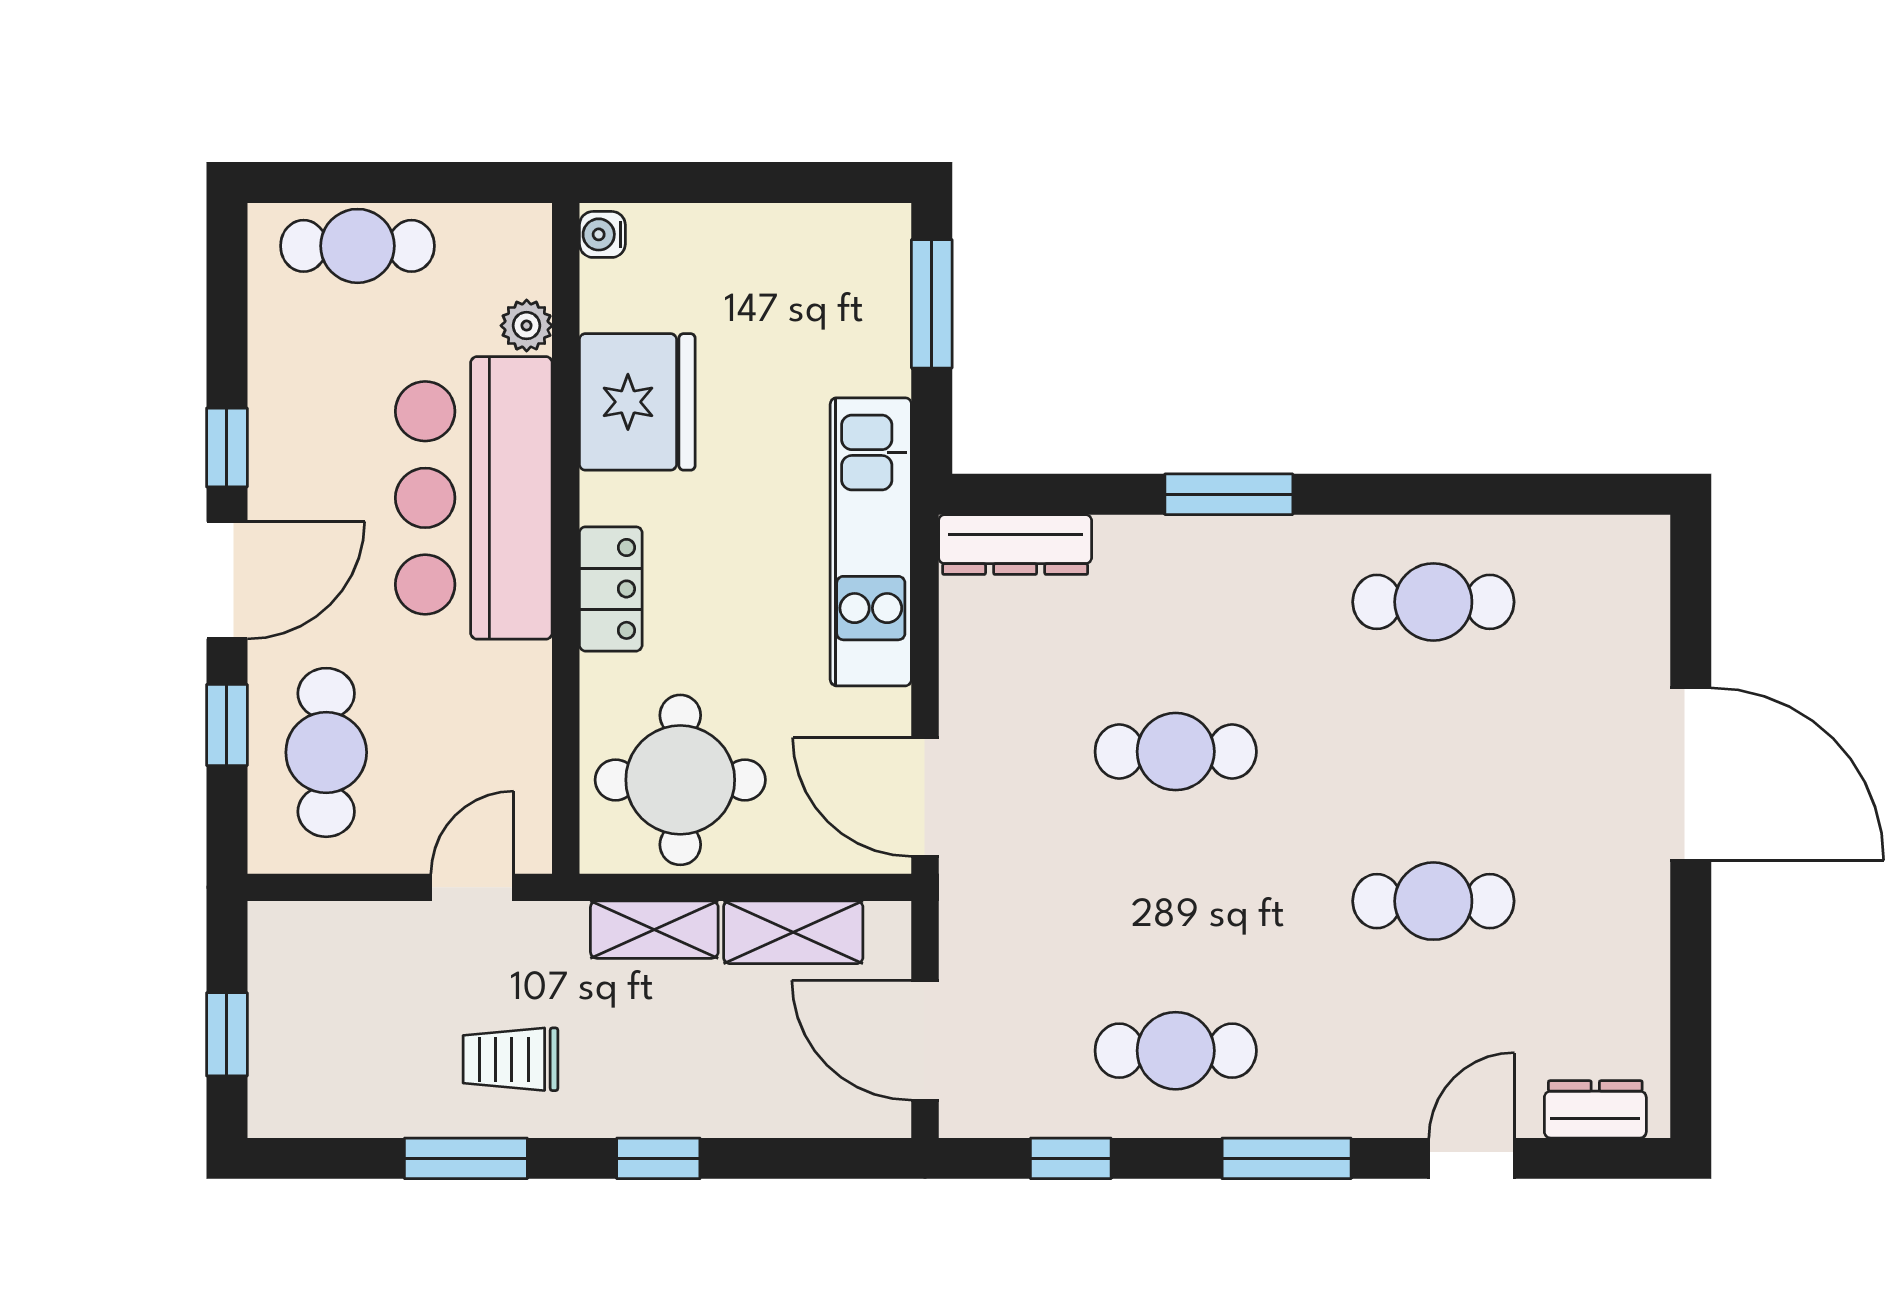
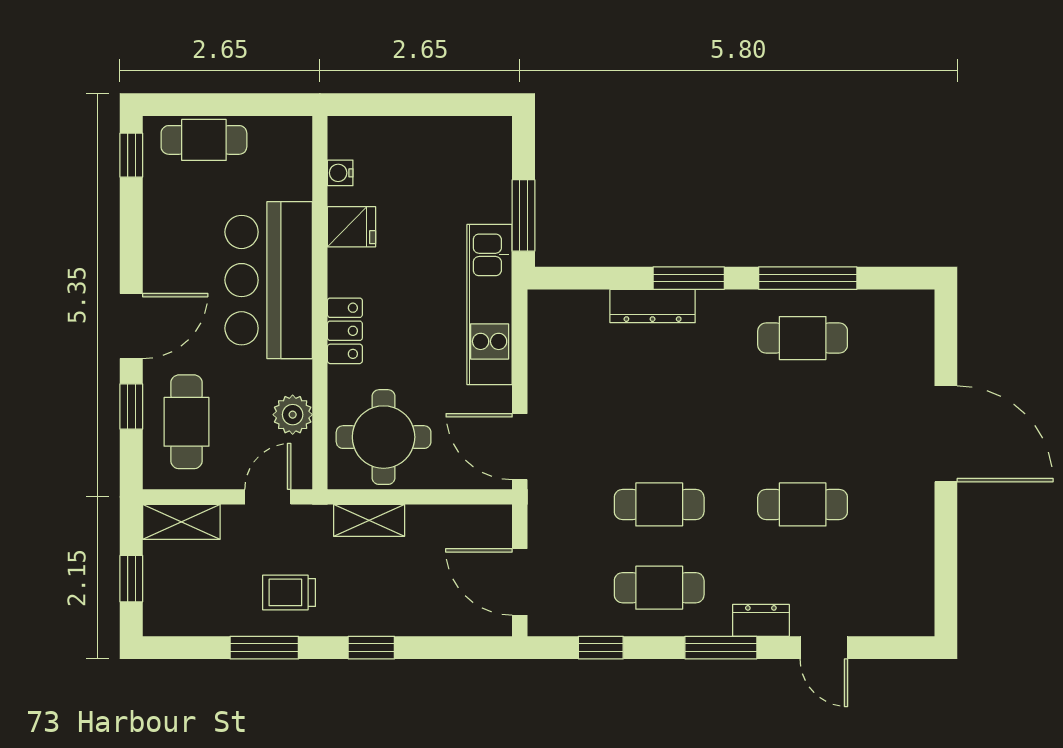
water cooler: (602, 234) -> (340, 173), moved
window: (932, 304) -> (523, 215), moved
plant: (527, 326) -> (293, 415), moved, width x1.38, depth x1.38
fridge: (637, 402) -> (351, 227), width x0.53, depth x0.75
window: (227, 447) -> (131, 155), moved
window: (1443, 494) -> (808, 278), added
dresser: (1015, 545) -> (653, 306), moved
cafe table: (1176, 752) -> (659, 504), moved
shelving: (793, 932) -> (181, 522), moved
dresser: (1595, 1109) -> (761, 620), moved
door: (1472, 1158) -> (824, 648), swing flipped

